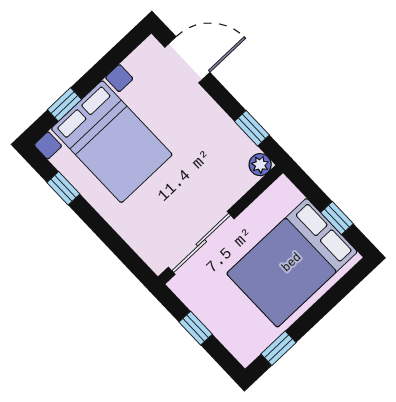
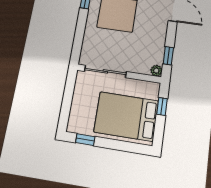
window: (337, 218) -> (162, 106), moved
window: (196, 328) -> (68, 97), removed

